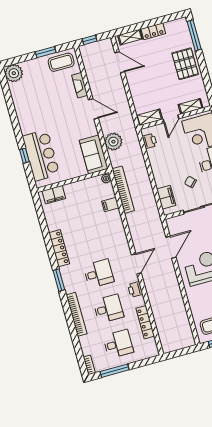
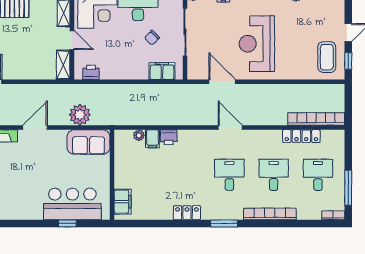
plant: (106, 179) -> (139, 135), moved
bookcase: (123, 190) -> (316, 119), moved
locker: (59, 248) -> (187, 213), width x0.66
printer: (135, 289) -> (169, 137), moved

